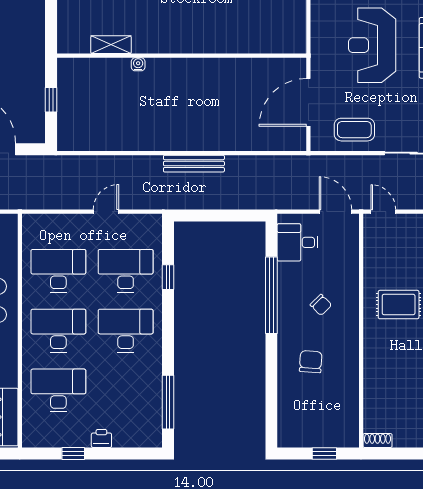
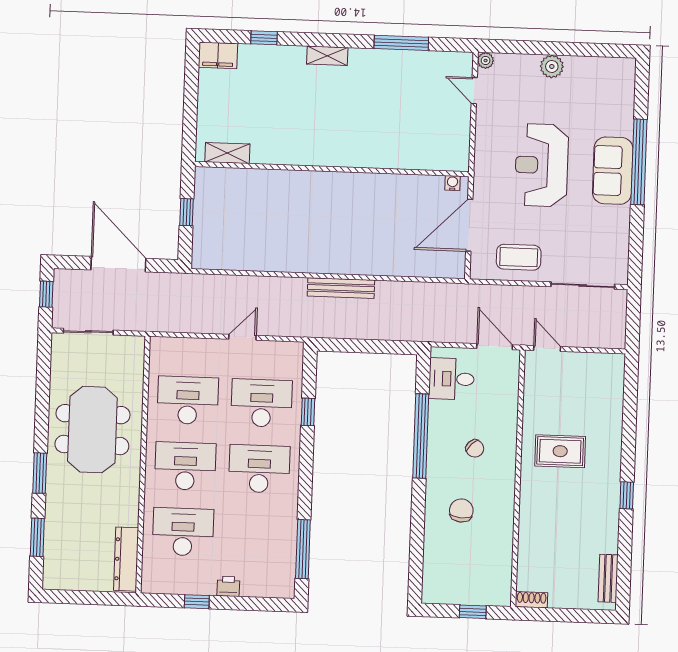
shelving: (111, 45) -> (227, 153), moved
water cooler: (138, 64) -> (452, 183), moved

